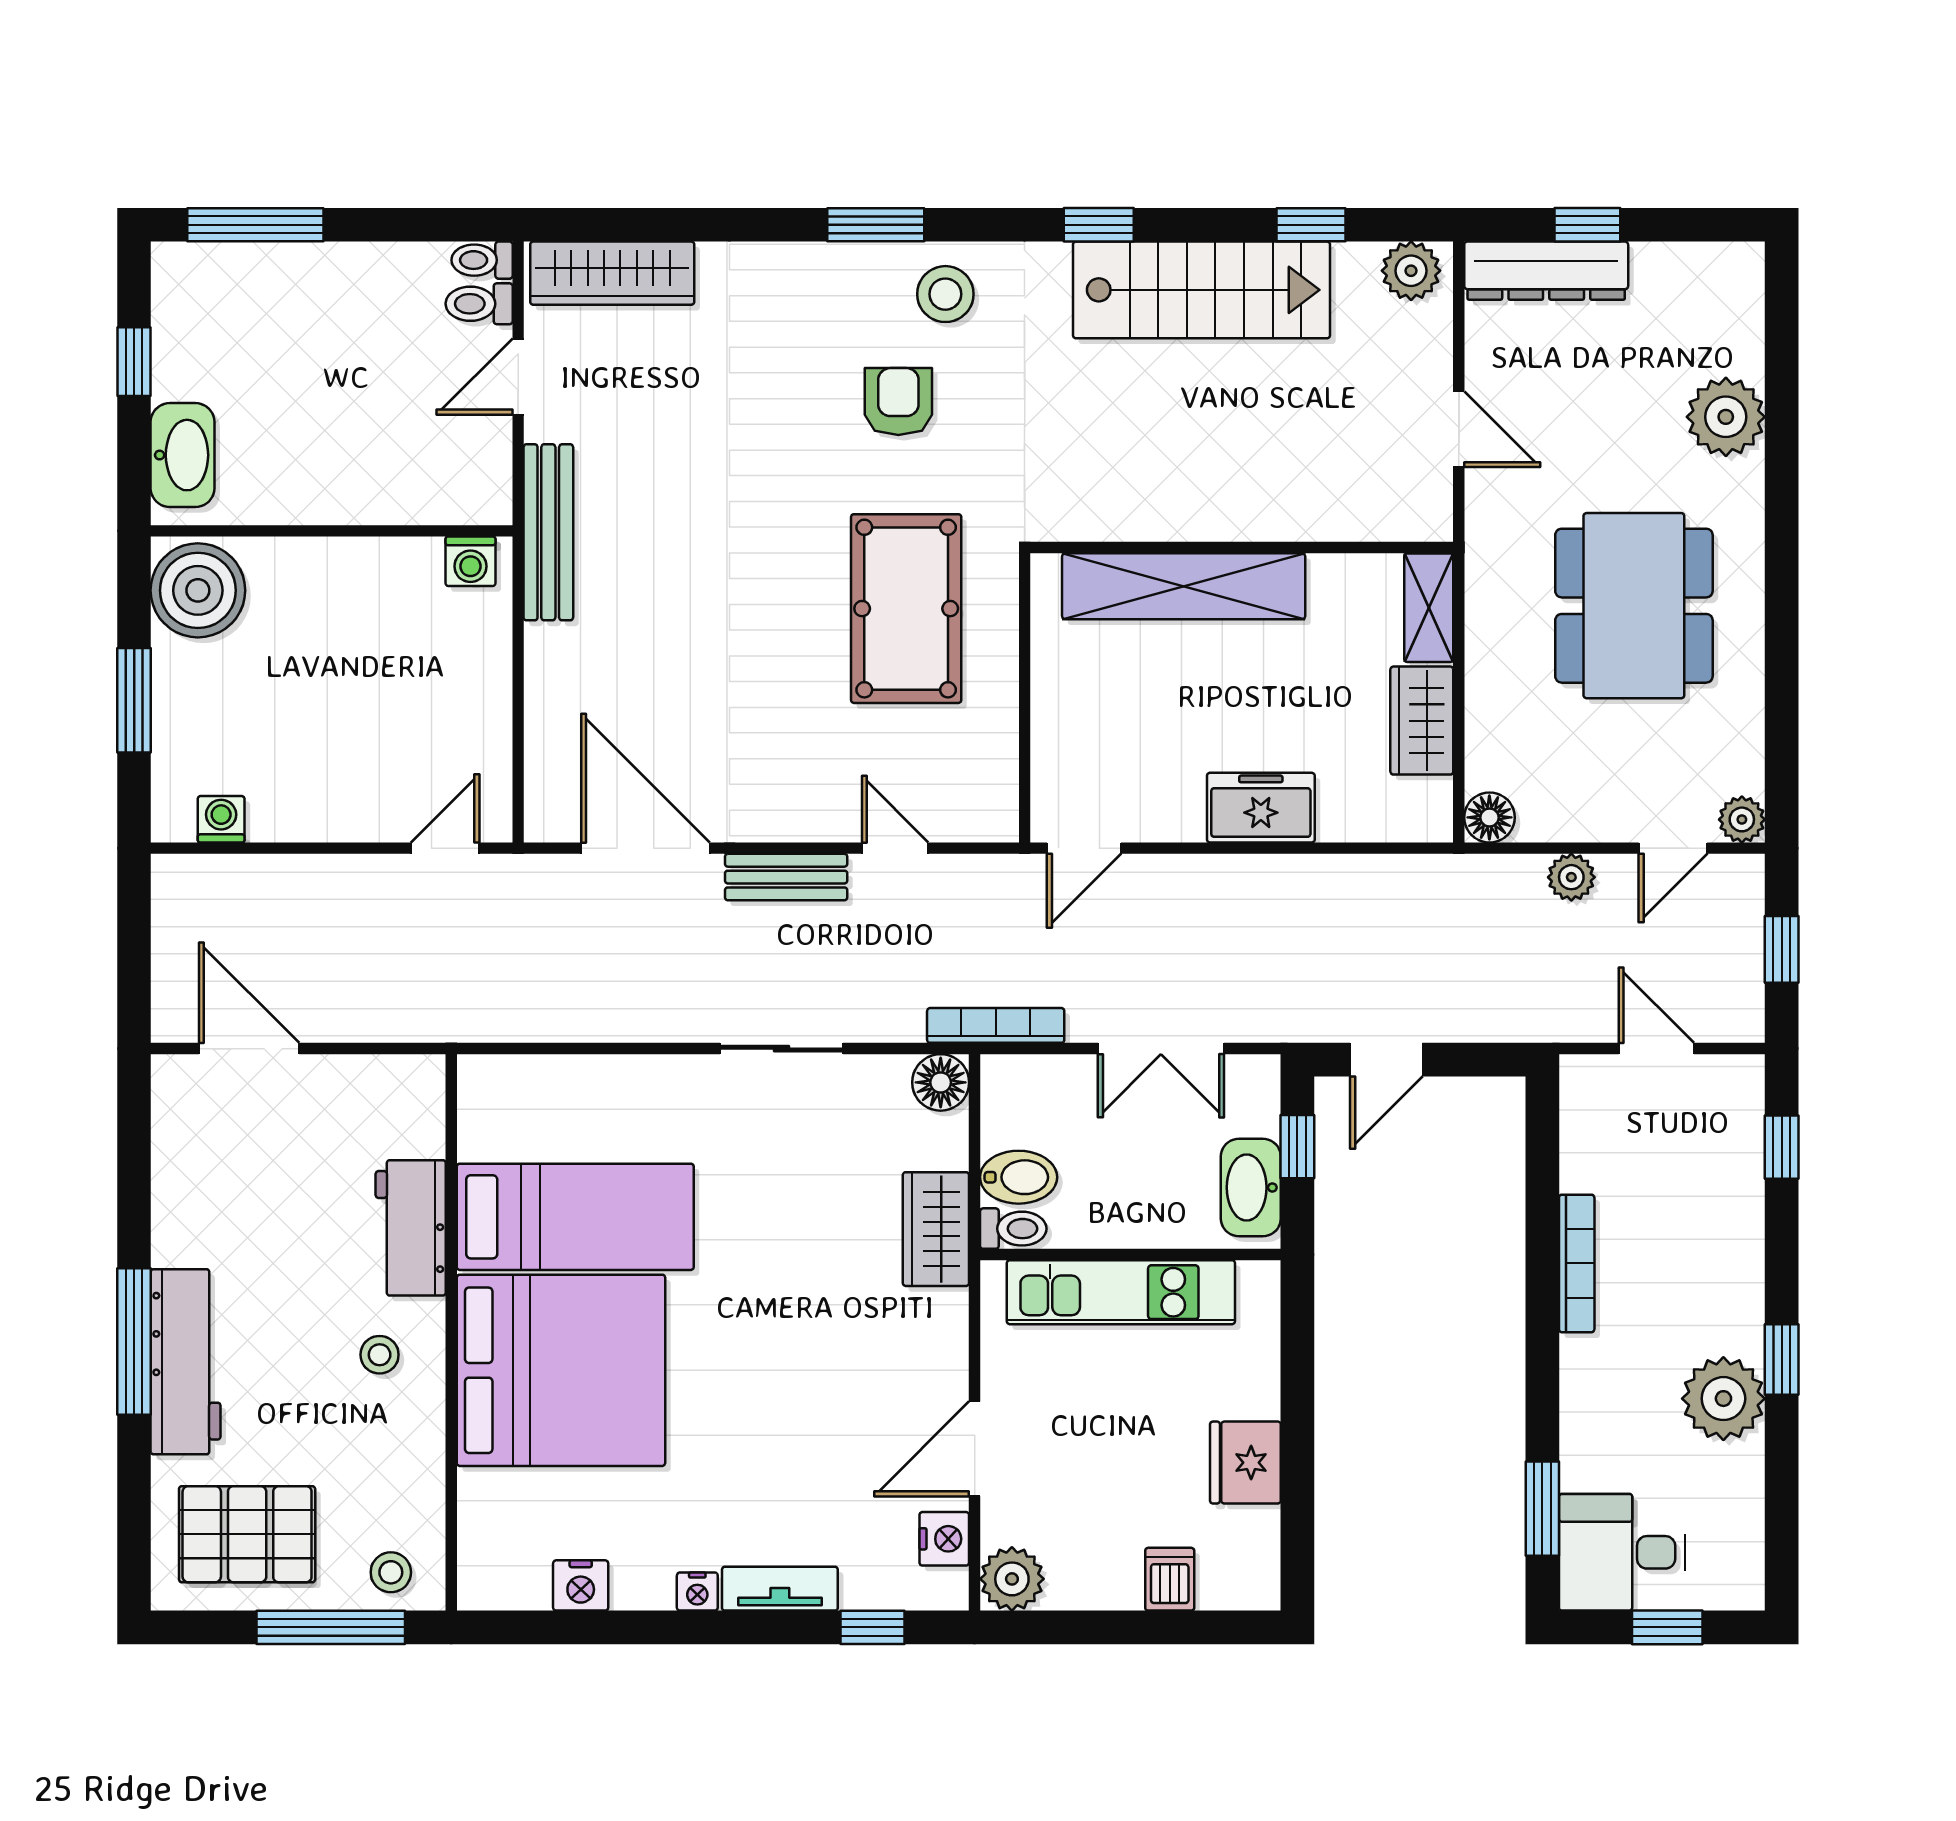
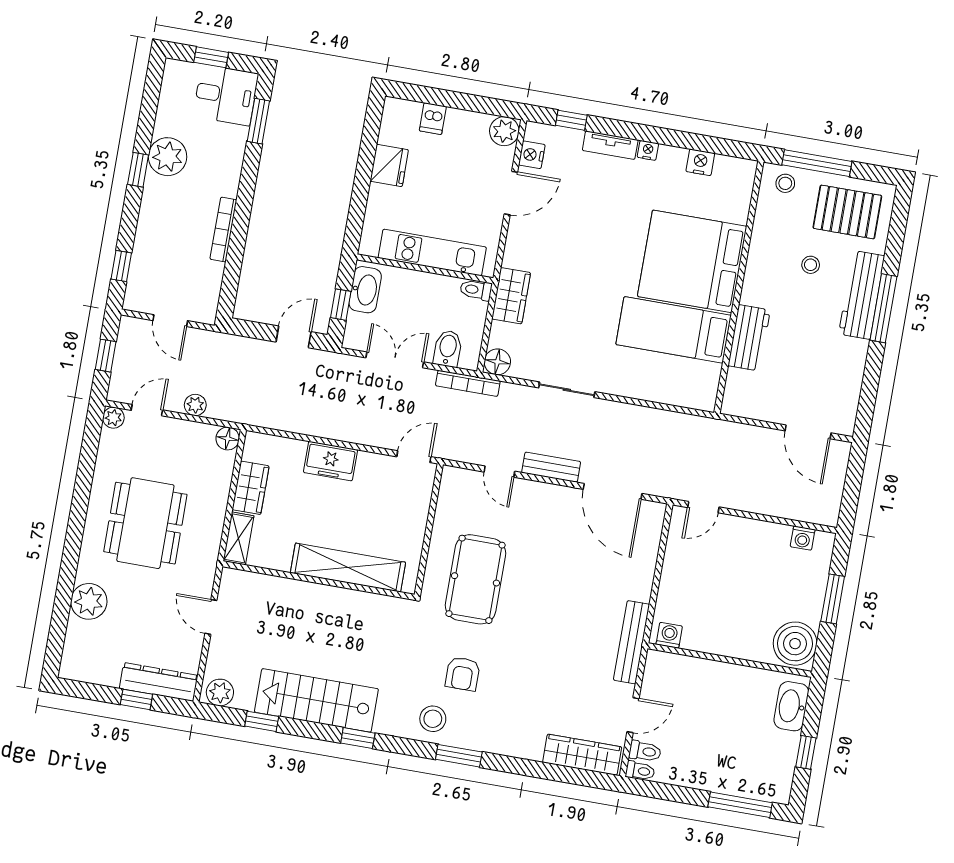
bidet: (1019, 1177) -> (448, 348), moved, turned 90
stool: (380, 1355) -> (811, 265), moved

